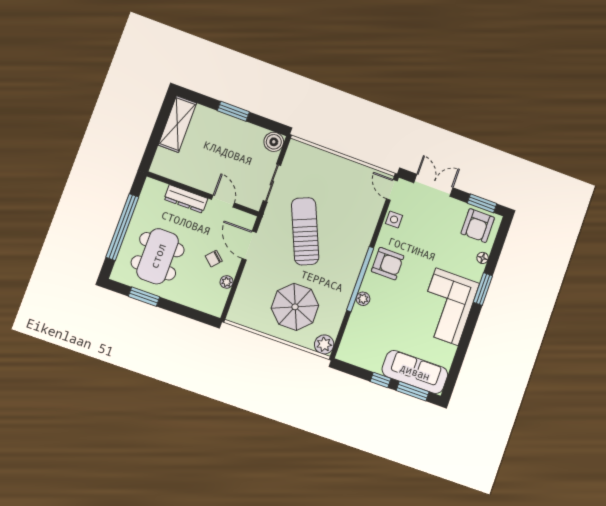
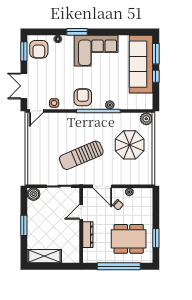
armchair: (478, 226) -> (39, 49), turned 90
door: (249, 246) -> (102, 186), hinge flipped
sofa: (415, 372) -> (141, 64), width x1.36, depth x1.27

